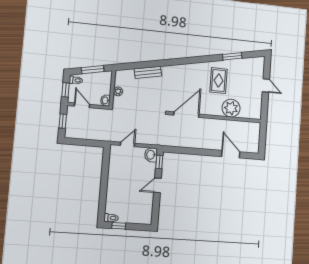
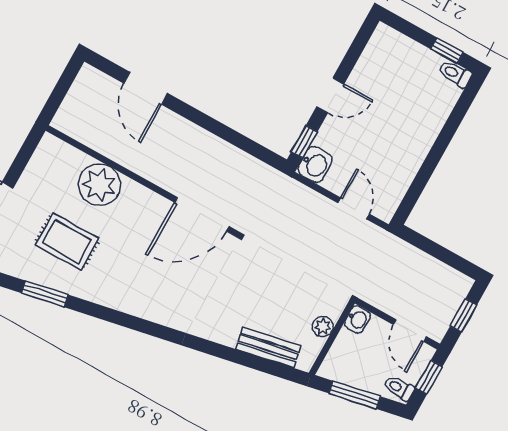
bench: (148, 72) -> (268, 347), moved
rug: (219, 81) -> (67, 242), moved, turned 90
door: (127, 144) -> (353, 208), swing flipped

